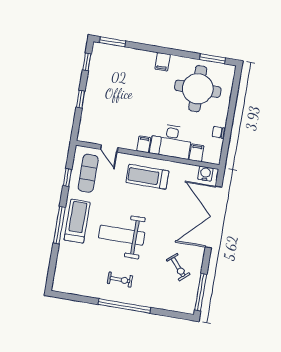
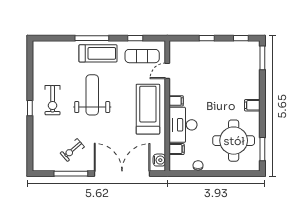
treadmill: (147, 177) -> (148, 109), width x1.37, depth x1.38
exercise bike: (120, 280) -> (53, 100), width x1.38, depth x1.39
window: (201, 292) -> (71, 174), moved
window: (124, 306) -> (30, 108), width x0.32

